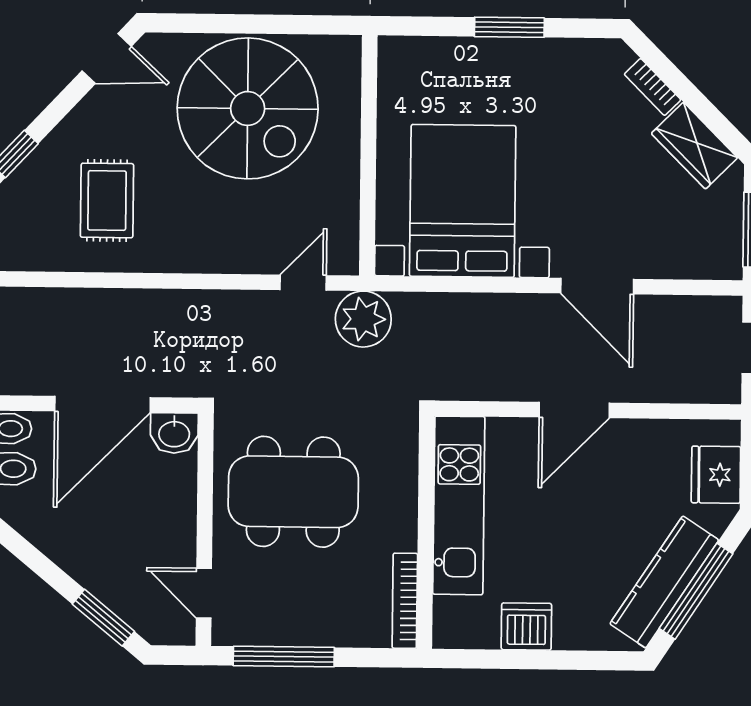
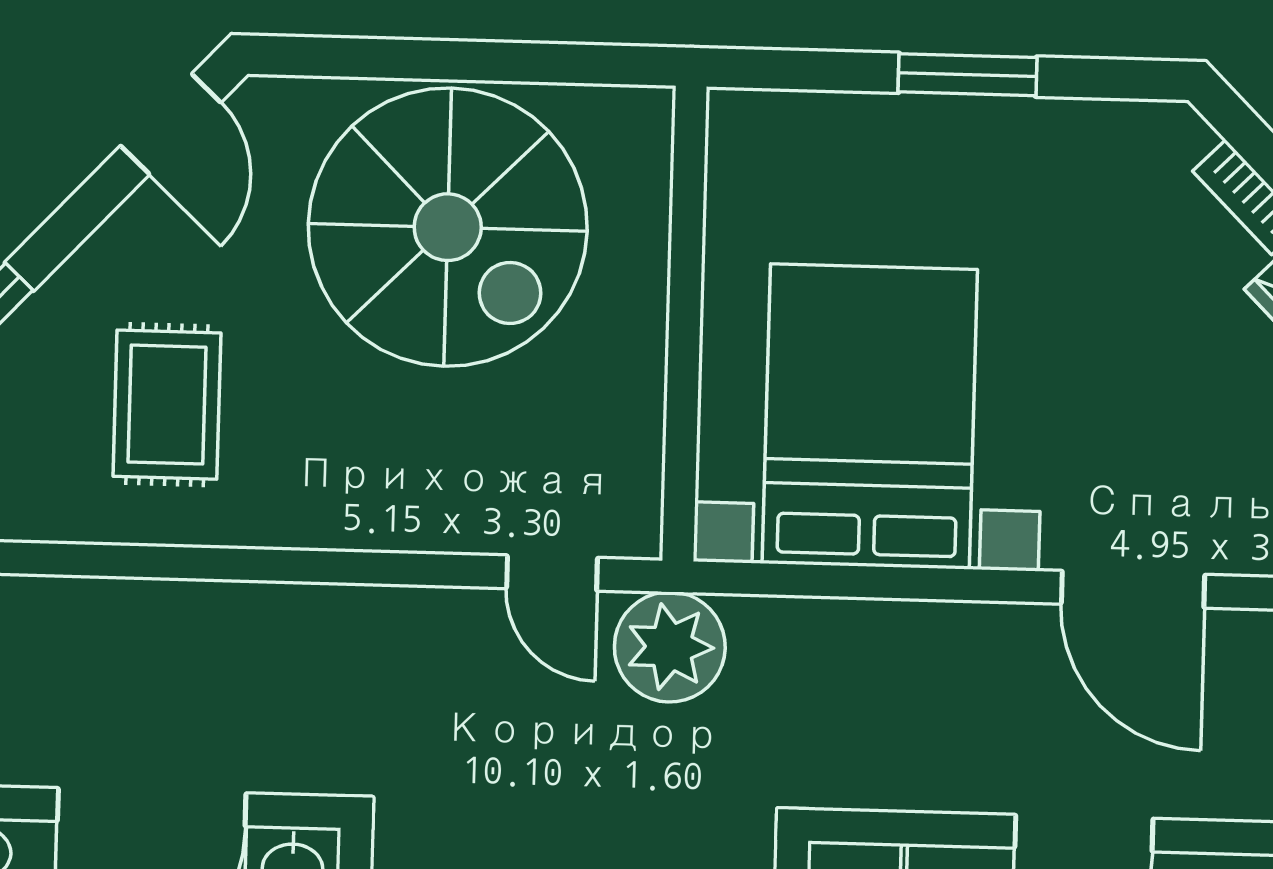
door: (107, 59) -> (171, 124), hinge flipped
door: (303, 283) -> (552, 573), swing flipped

